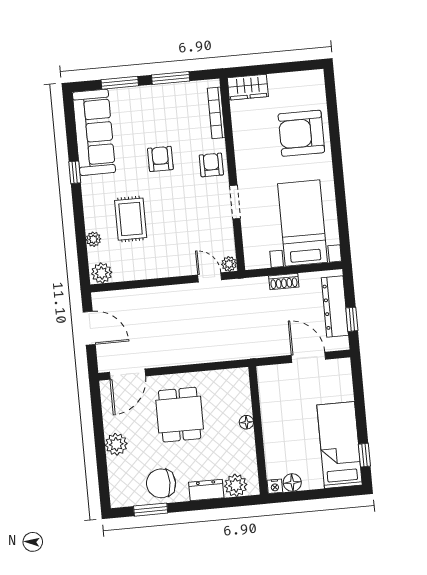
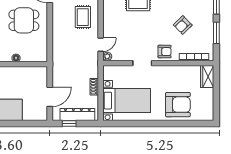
armchair: (301, 133) -> (178, 105), turned 90
armchair: (160, 159) -> (183, 25), moved, turned 136
rug: (164, 313) -> (83, 17), added

